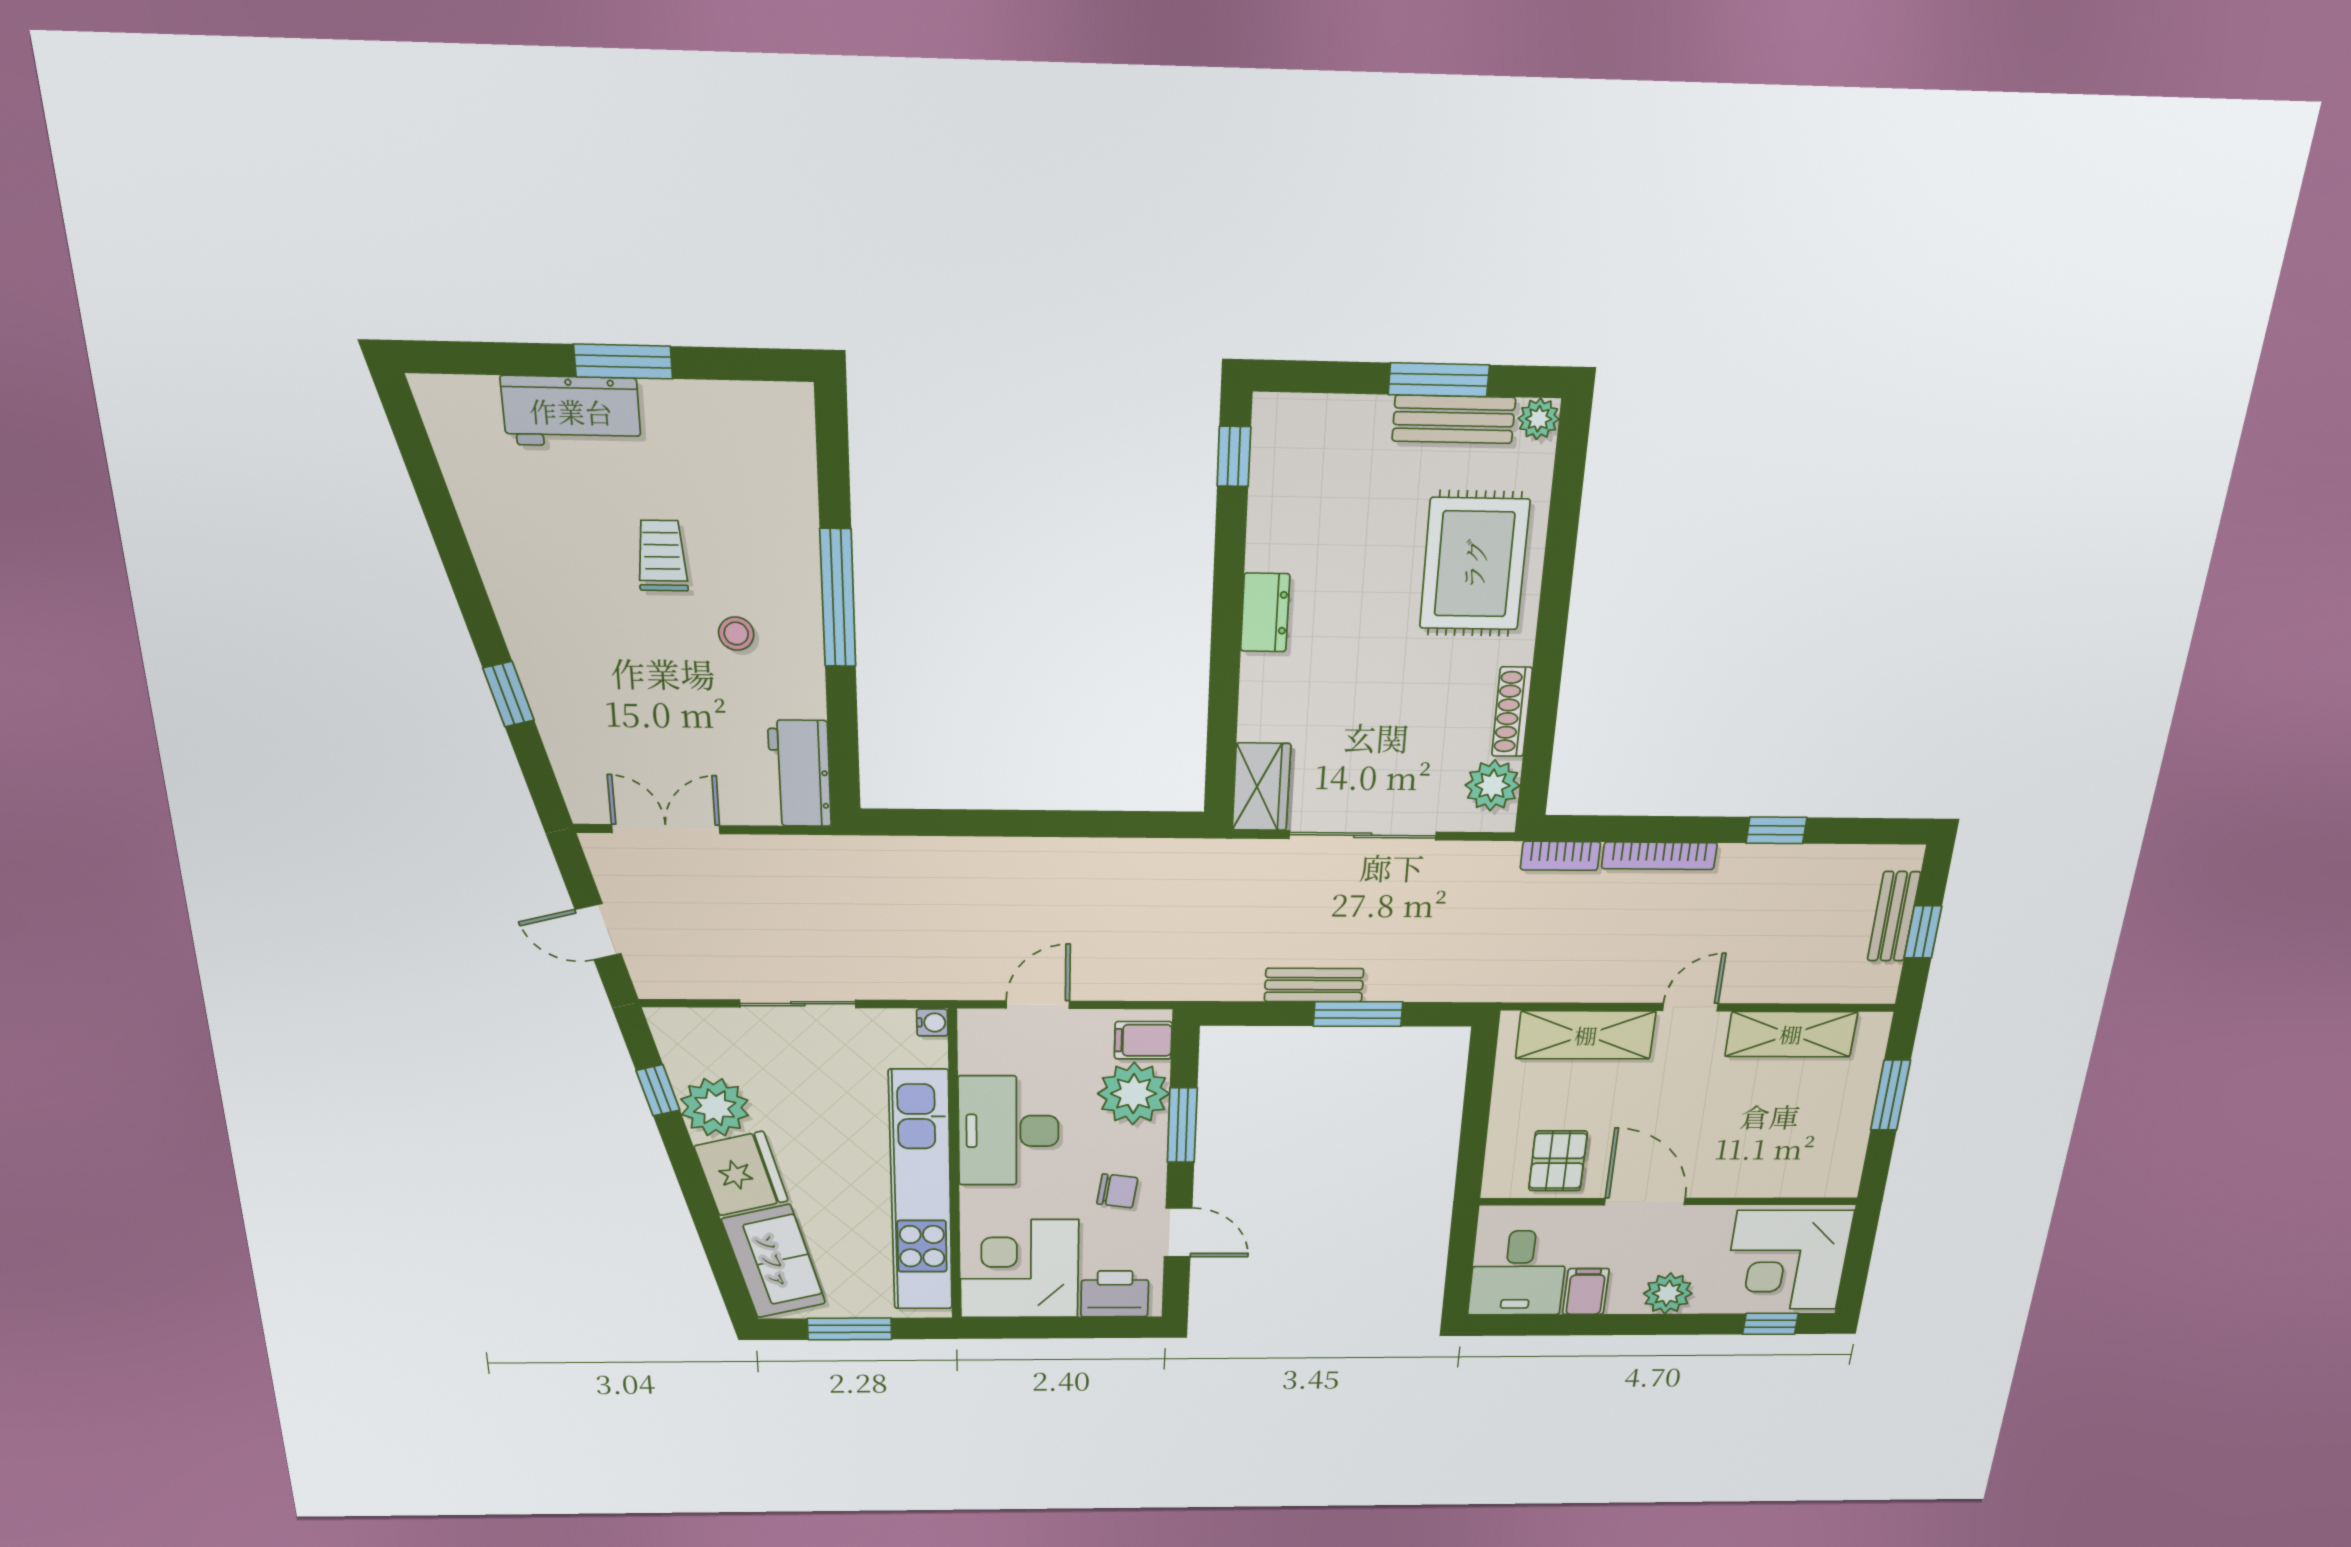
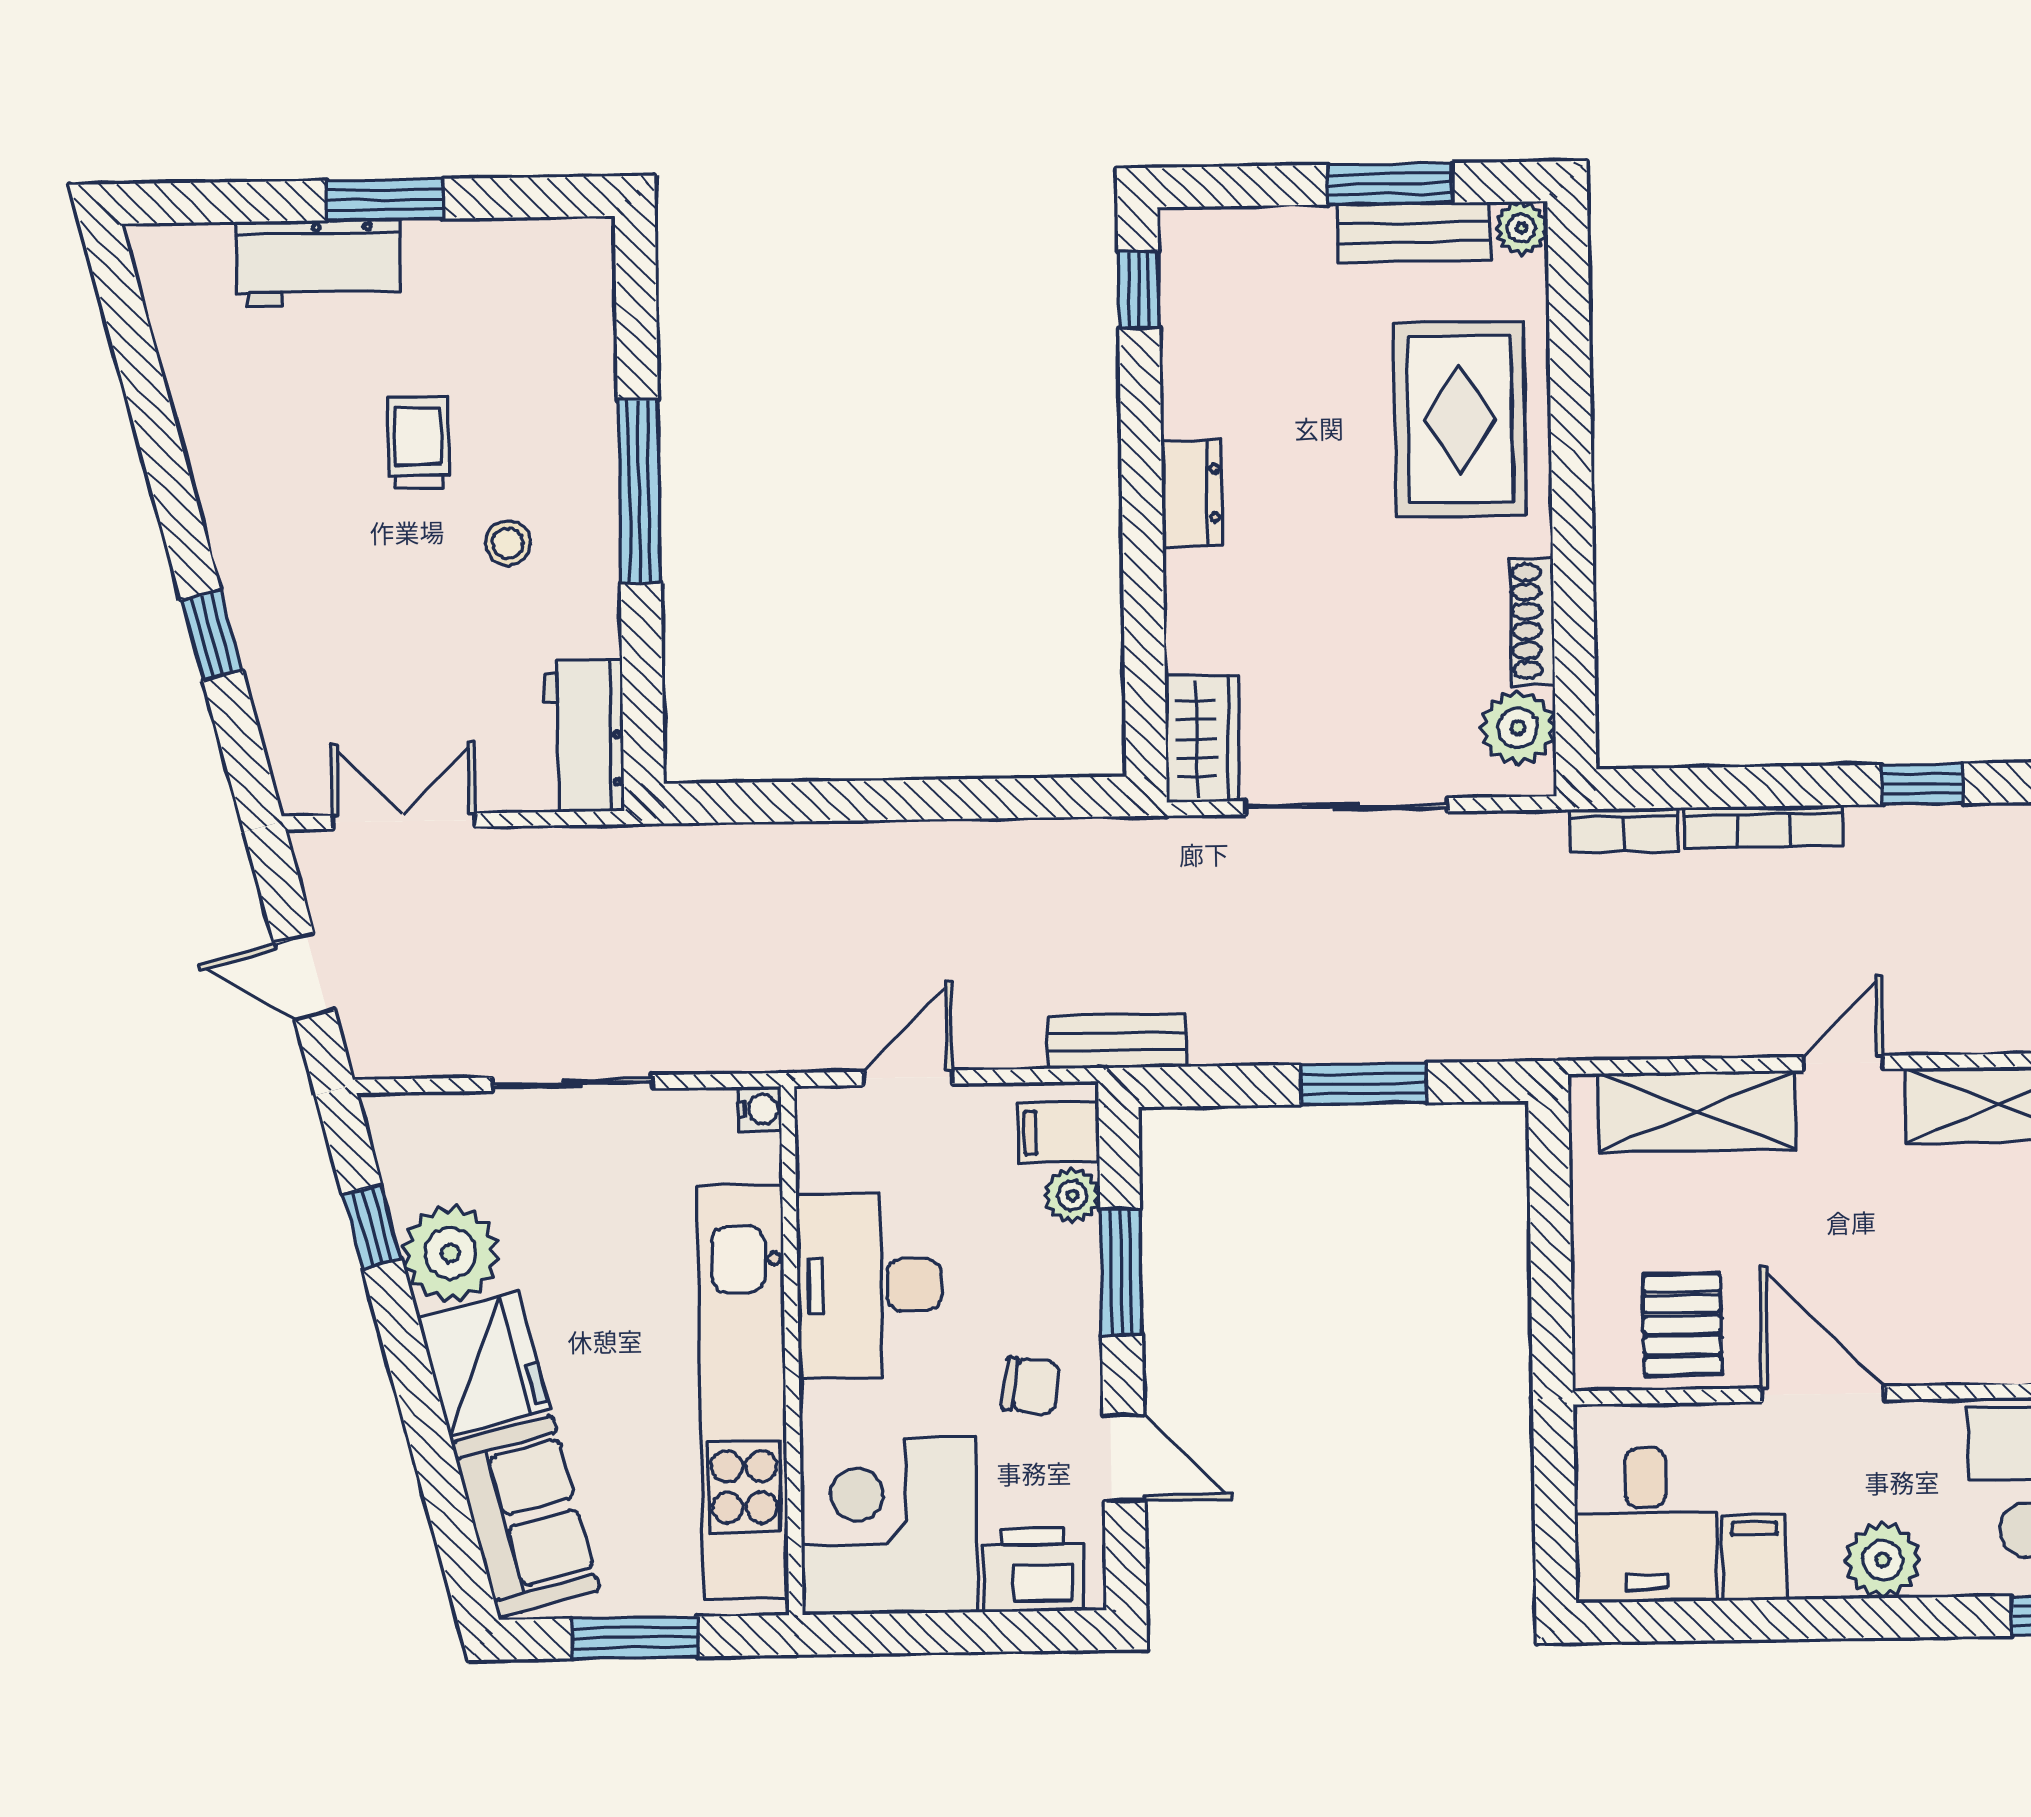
bench: (1314, 985) -> (1117, 1041), moved
plant: (1134, 1094) -> (1072, 1195), width x0.53, depth x0.53

